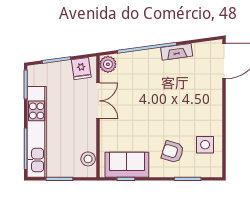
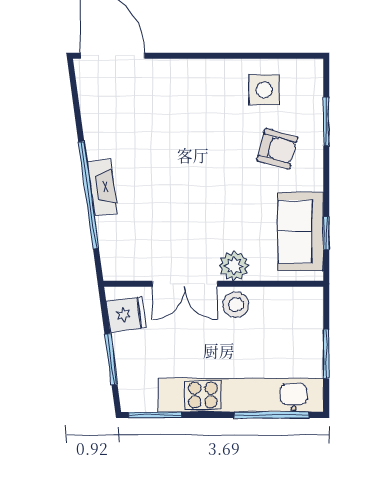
fireplace: (177, 52) -> (102, 187), moved
plant: (108, 64) -> (234, 266), moved
double door: (98, 101) -> (185, 284), swing flipped
armchair: (173, 152) -> (277, 149), turned -92
stool: (88, 159) -> (236, 305), moved

